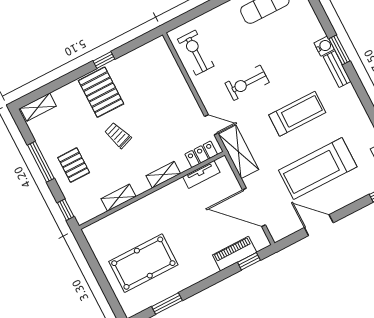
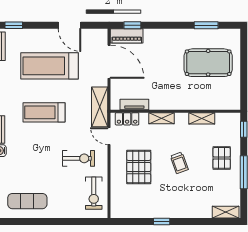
exercise bike: (247, 83) -> (78, 158), moved
pallet: (101, 92) -> (139, 167), moved
treadmill: (318, 169) -> (49, 66), turned 180
piano: (235, 254) -> (127, 36), moved

